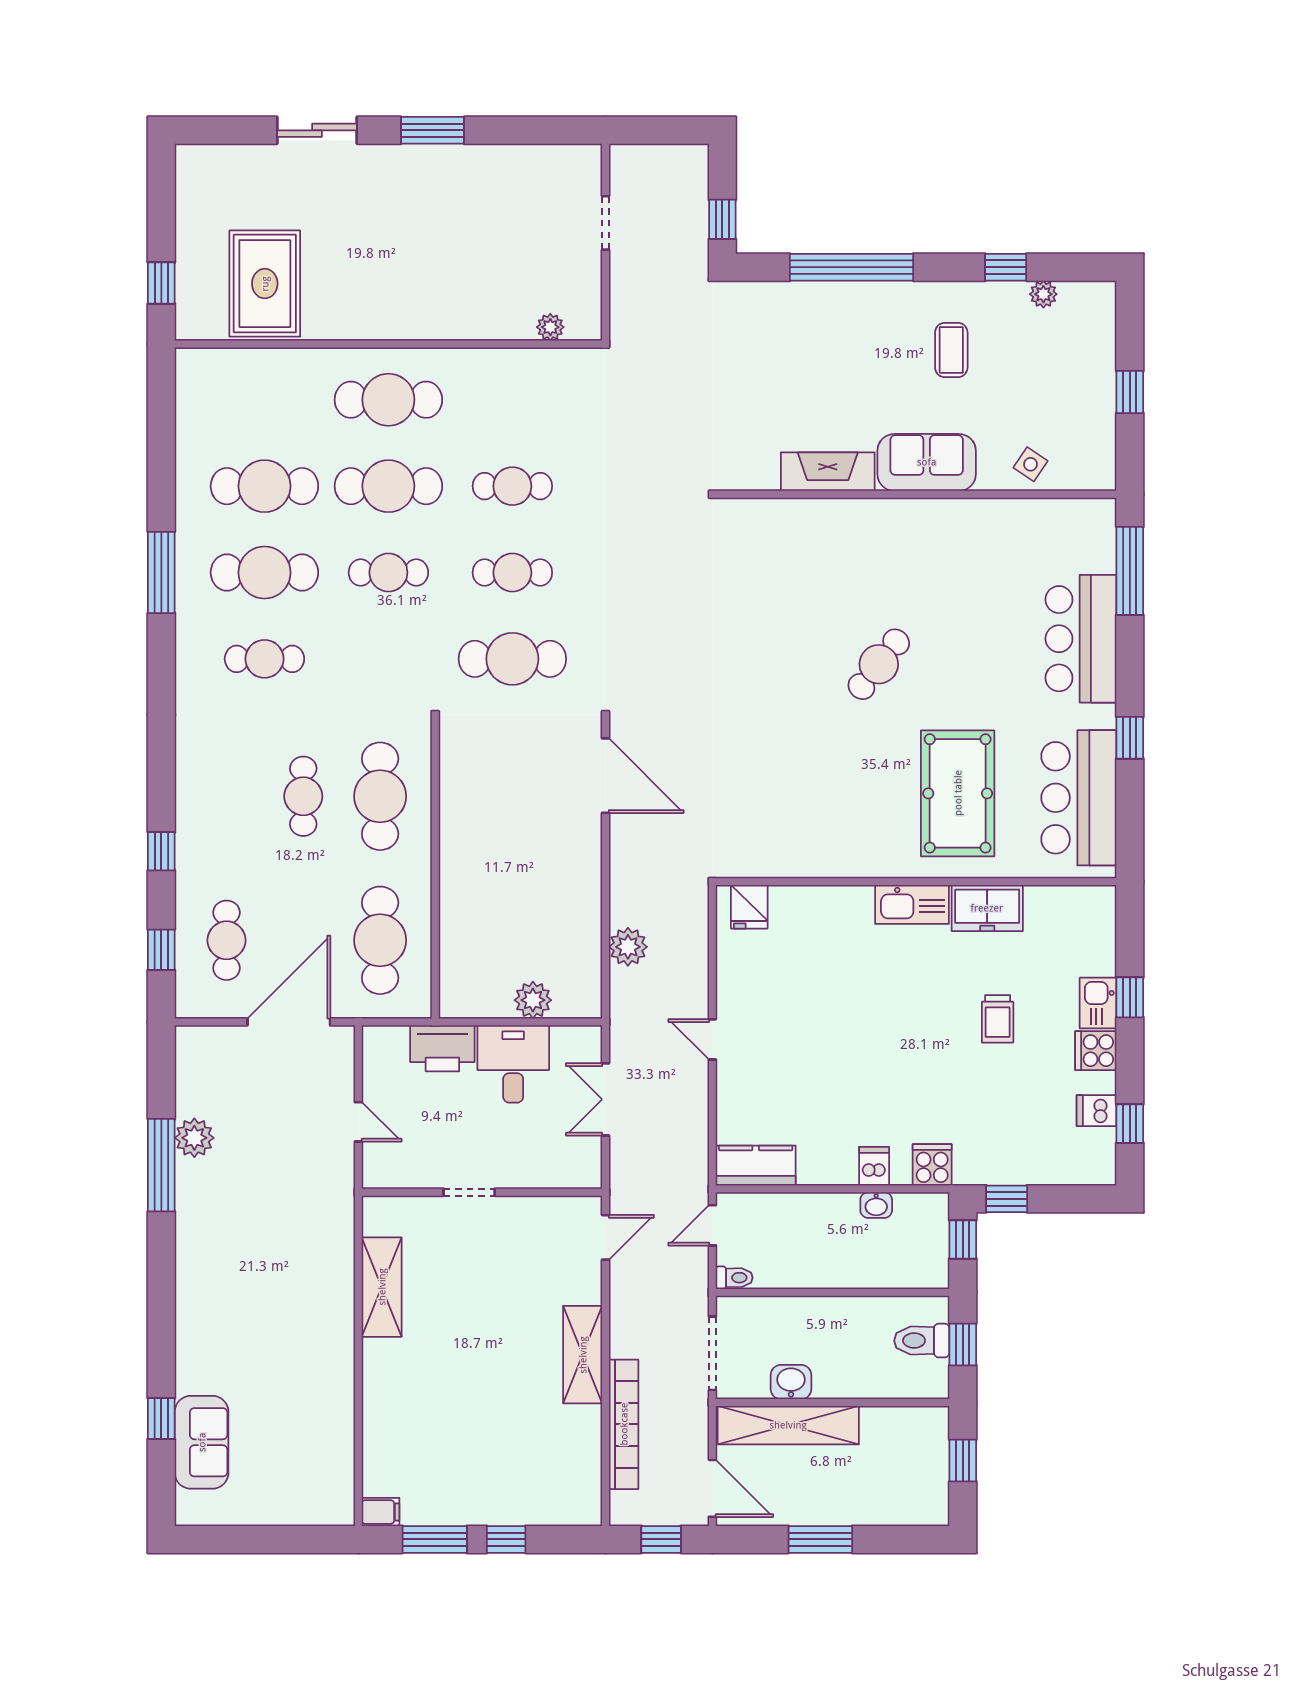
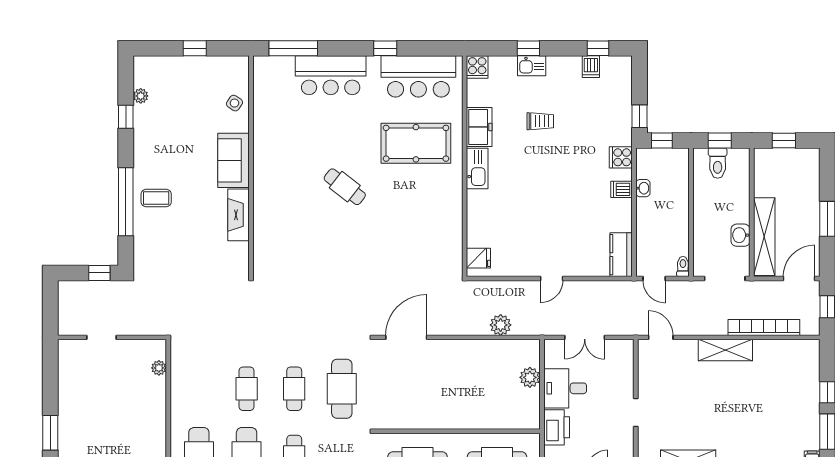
coffee table: (951, 350) -> (156, 198), moved
cooker: (1096, 1051) -> (477, 67), moved

